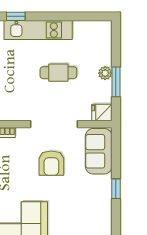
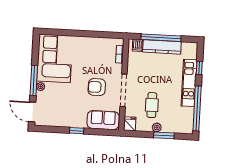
window: (75, 16) -> (197, 108), added
cafe table: (58, 73) -> (152, 105), moved
window: (116, 82) -> (164, 135), moved

